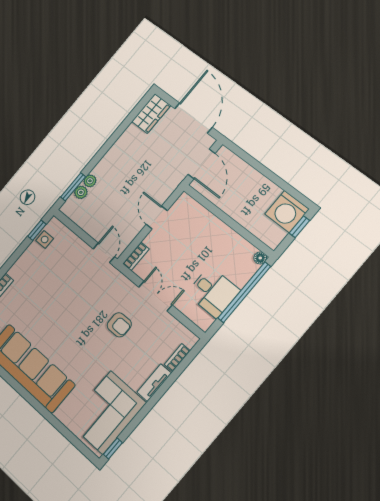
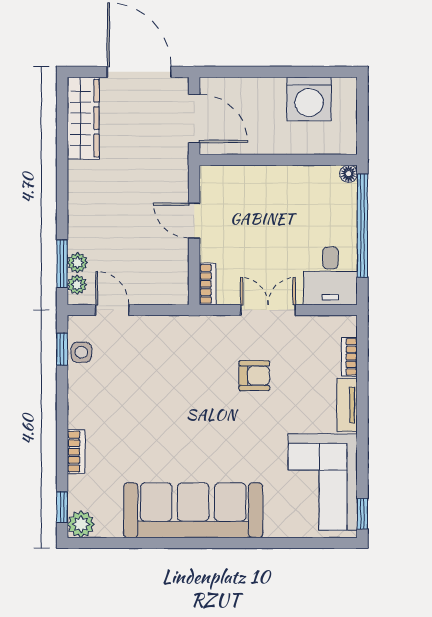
wardrobe: (151, 114) -> (83, 118), width x1.50
plant: (90, 181) -> (77, 285), moved
washing machine: (287, 212) -> (309, 99), moved
window: (299, 227) -> (362, 105), removed
door: (104, 253) -> (112, 310), moved
desk: (213, 292) -> (330, 276), moved, turned 90

